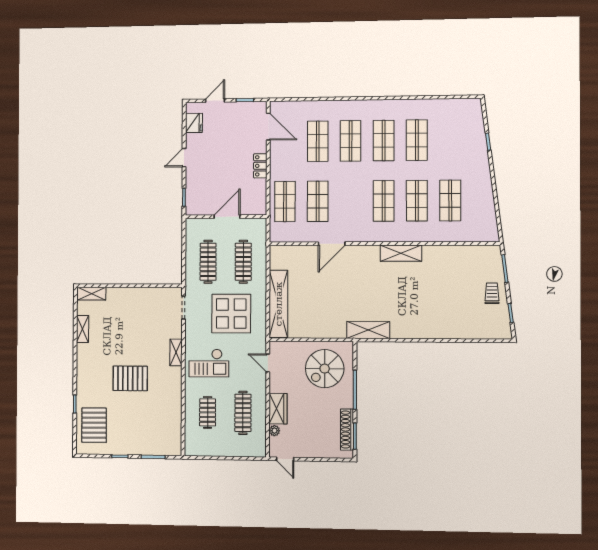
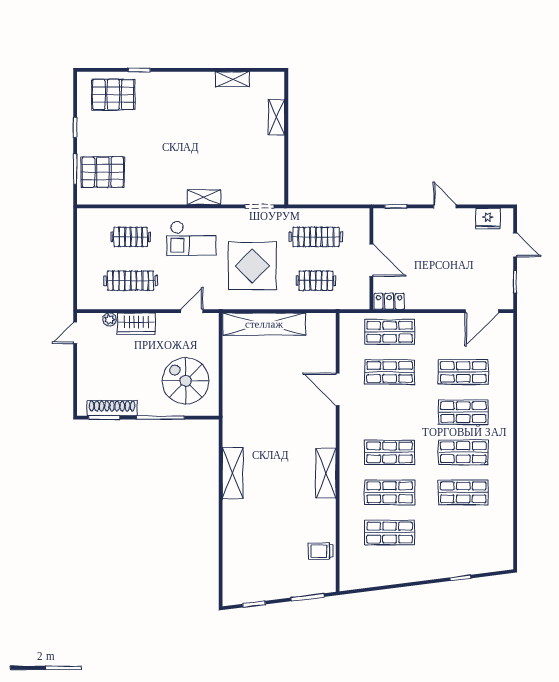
locker: (260, 166) -> (389, 301), moved
clothes rail: (243, 262) -> (316, 281), width x0.73
trolley: (492, 293) -> (321, 551), moved, turned 180
shelving: (92, 294) -> (276, 117), moved
shelving: (368, 330) -> (233, 473), moved
checkout: (209, 363) -> (191, 238), turned -90
pallet: (130, 378) -> (103, 172), moved, turned 90

